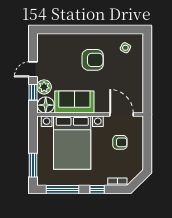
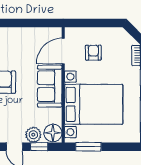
sofa: (74, 102) -> (50, 86), moved
window: (33, 165) -> (88, 147), moved

